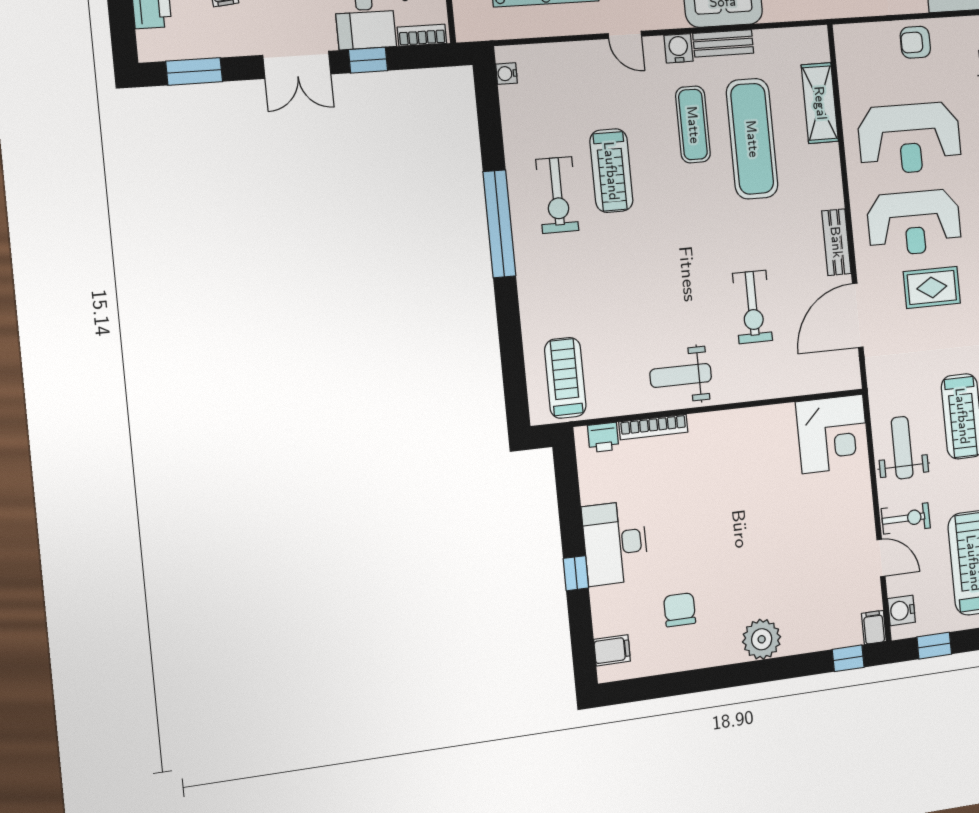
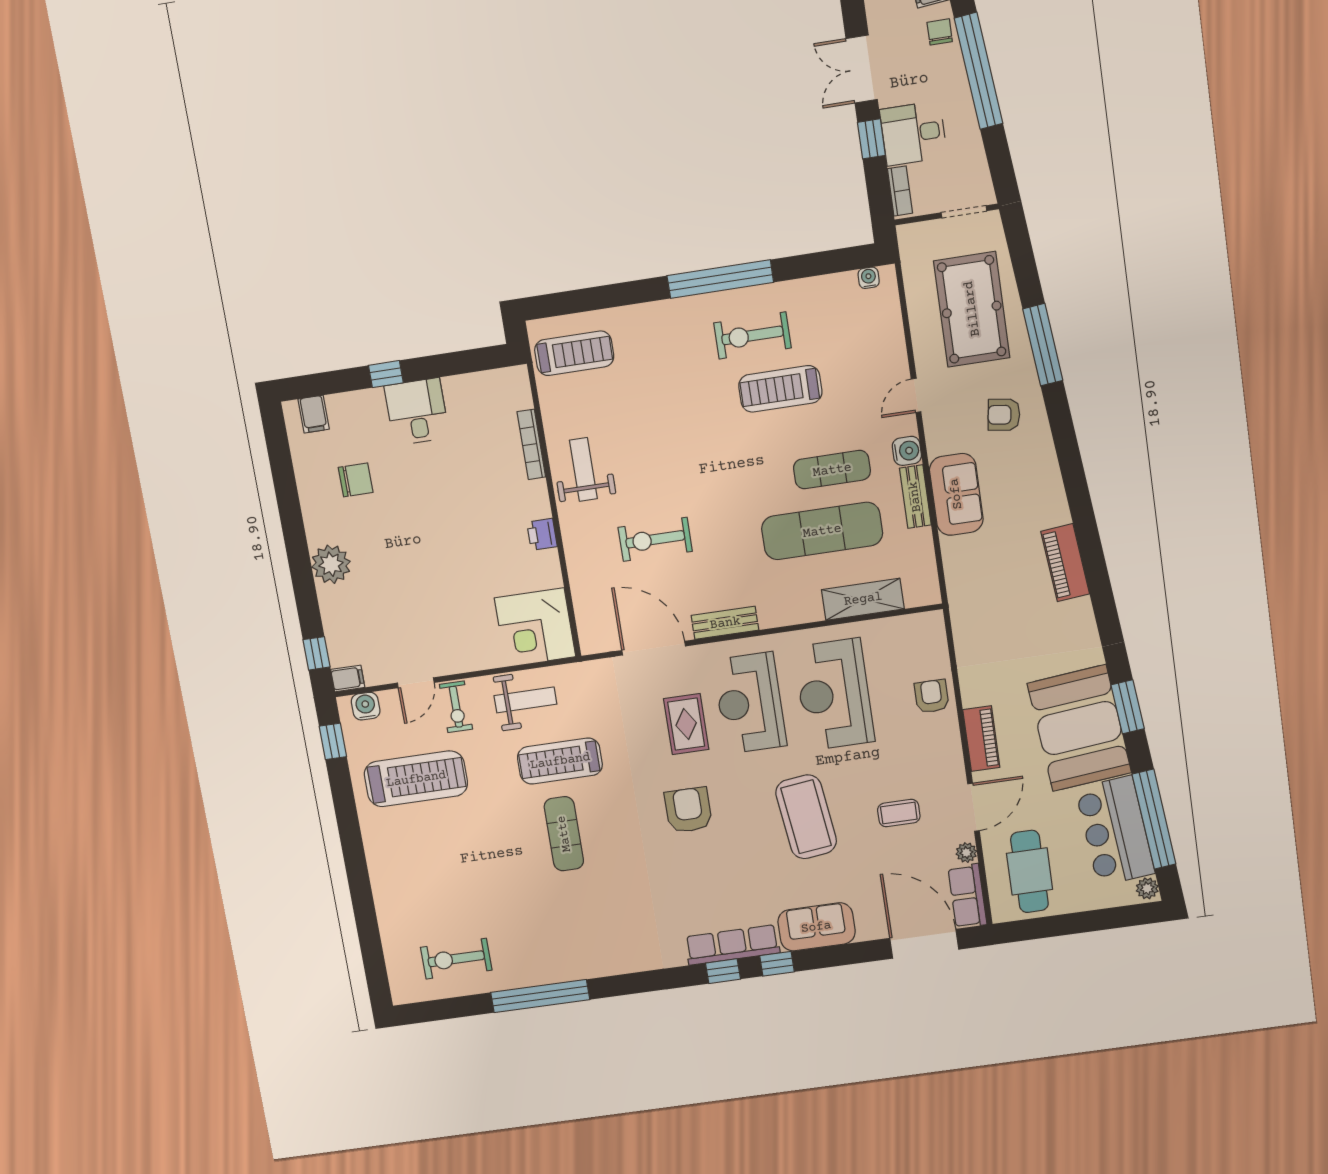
printer: (603, 437) -> (542, 534), moved
desk: (615, 543) -> (417, 412), width x0.73

